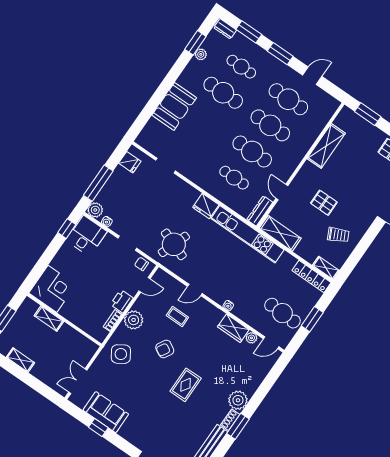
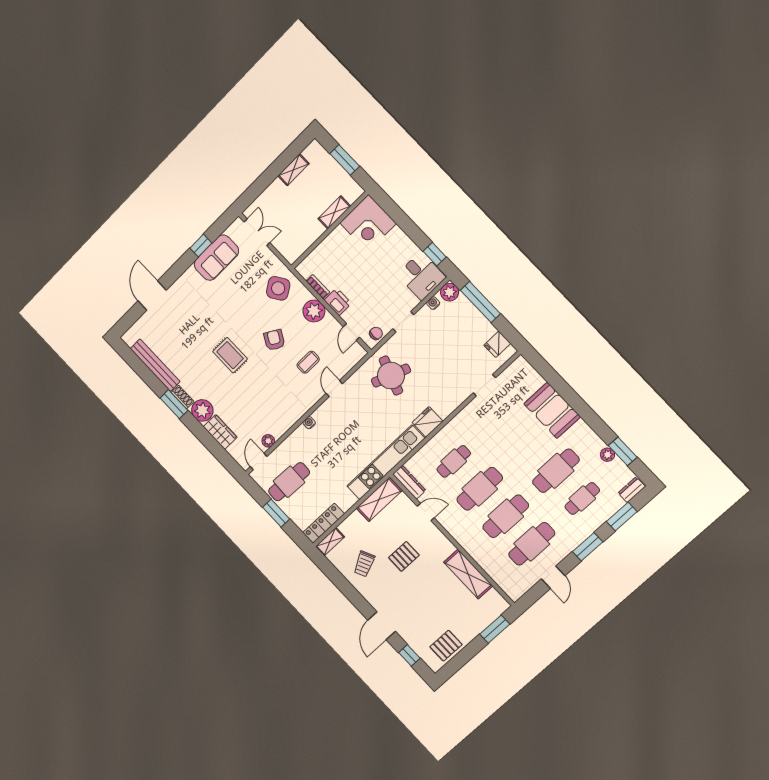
wardrobe: (233, 328) -> (220, 432), moved, turned 90

